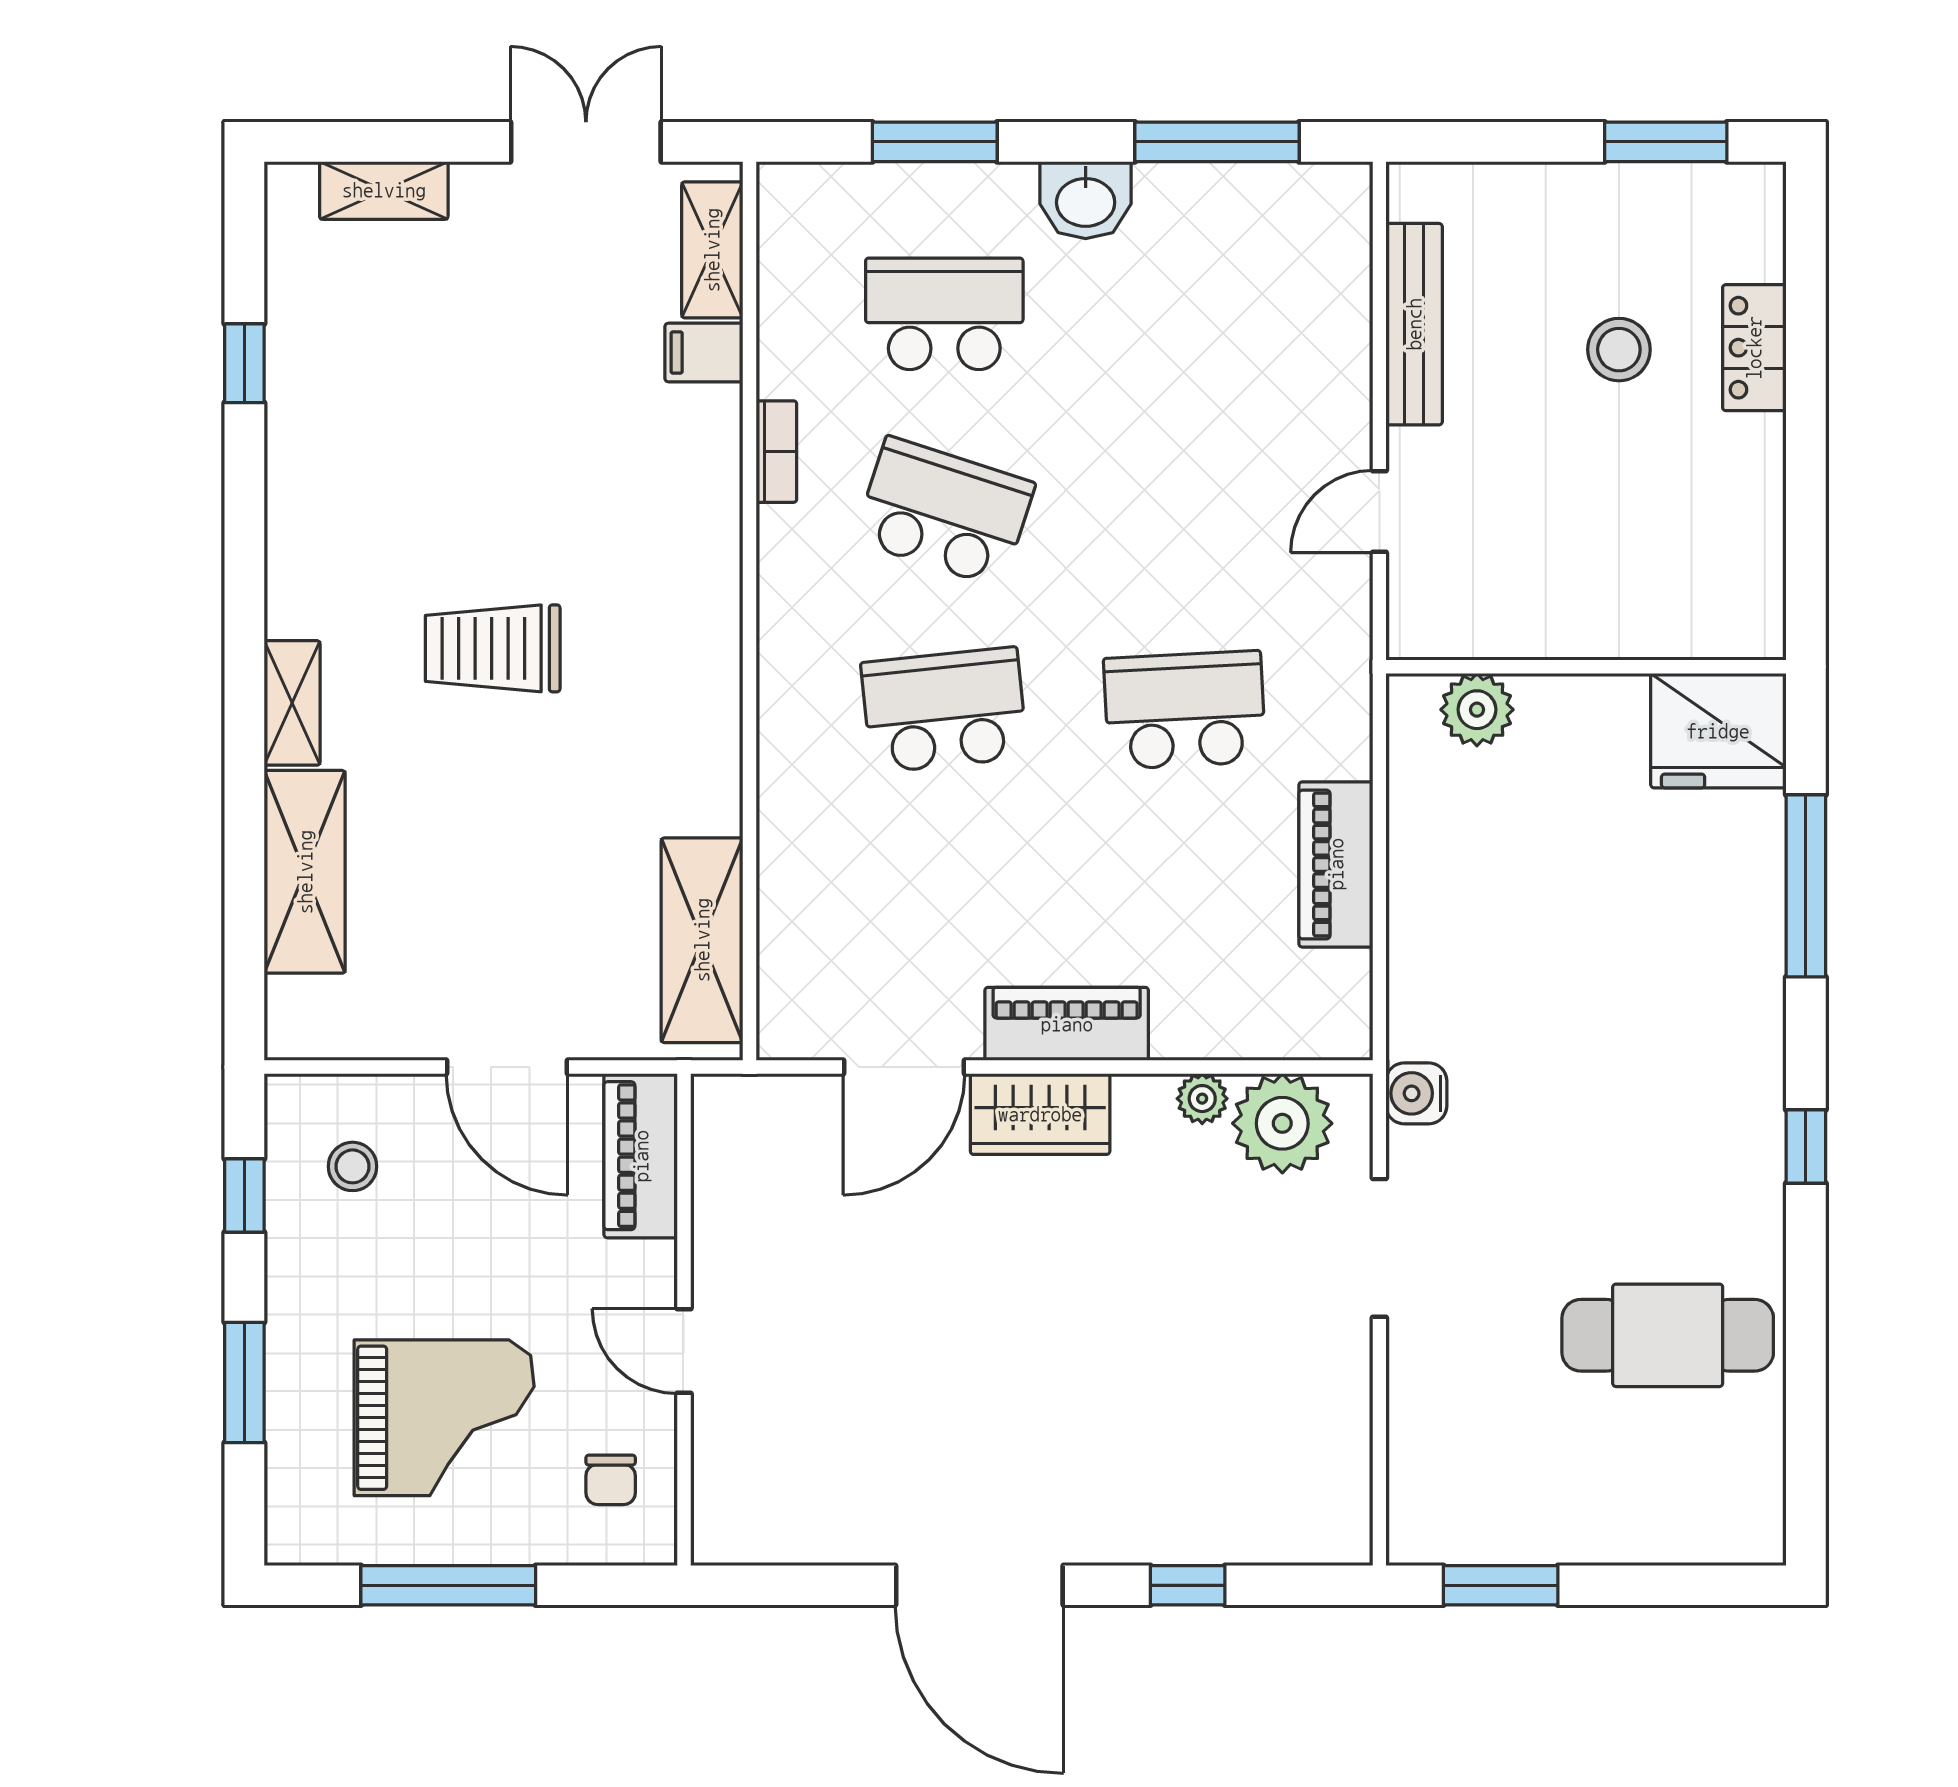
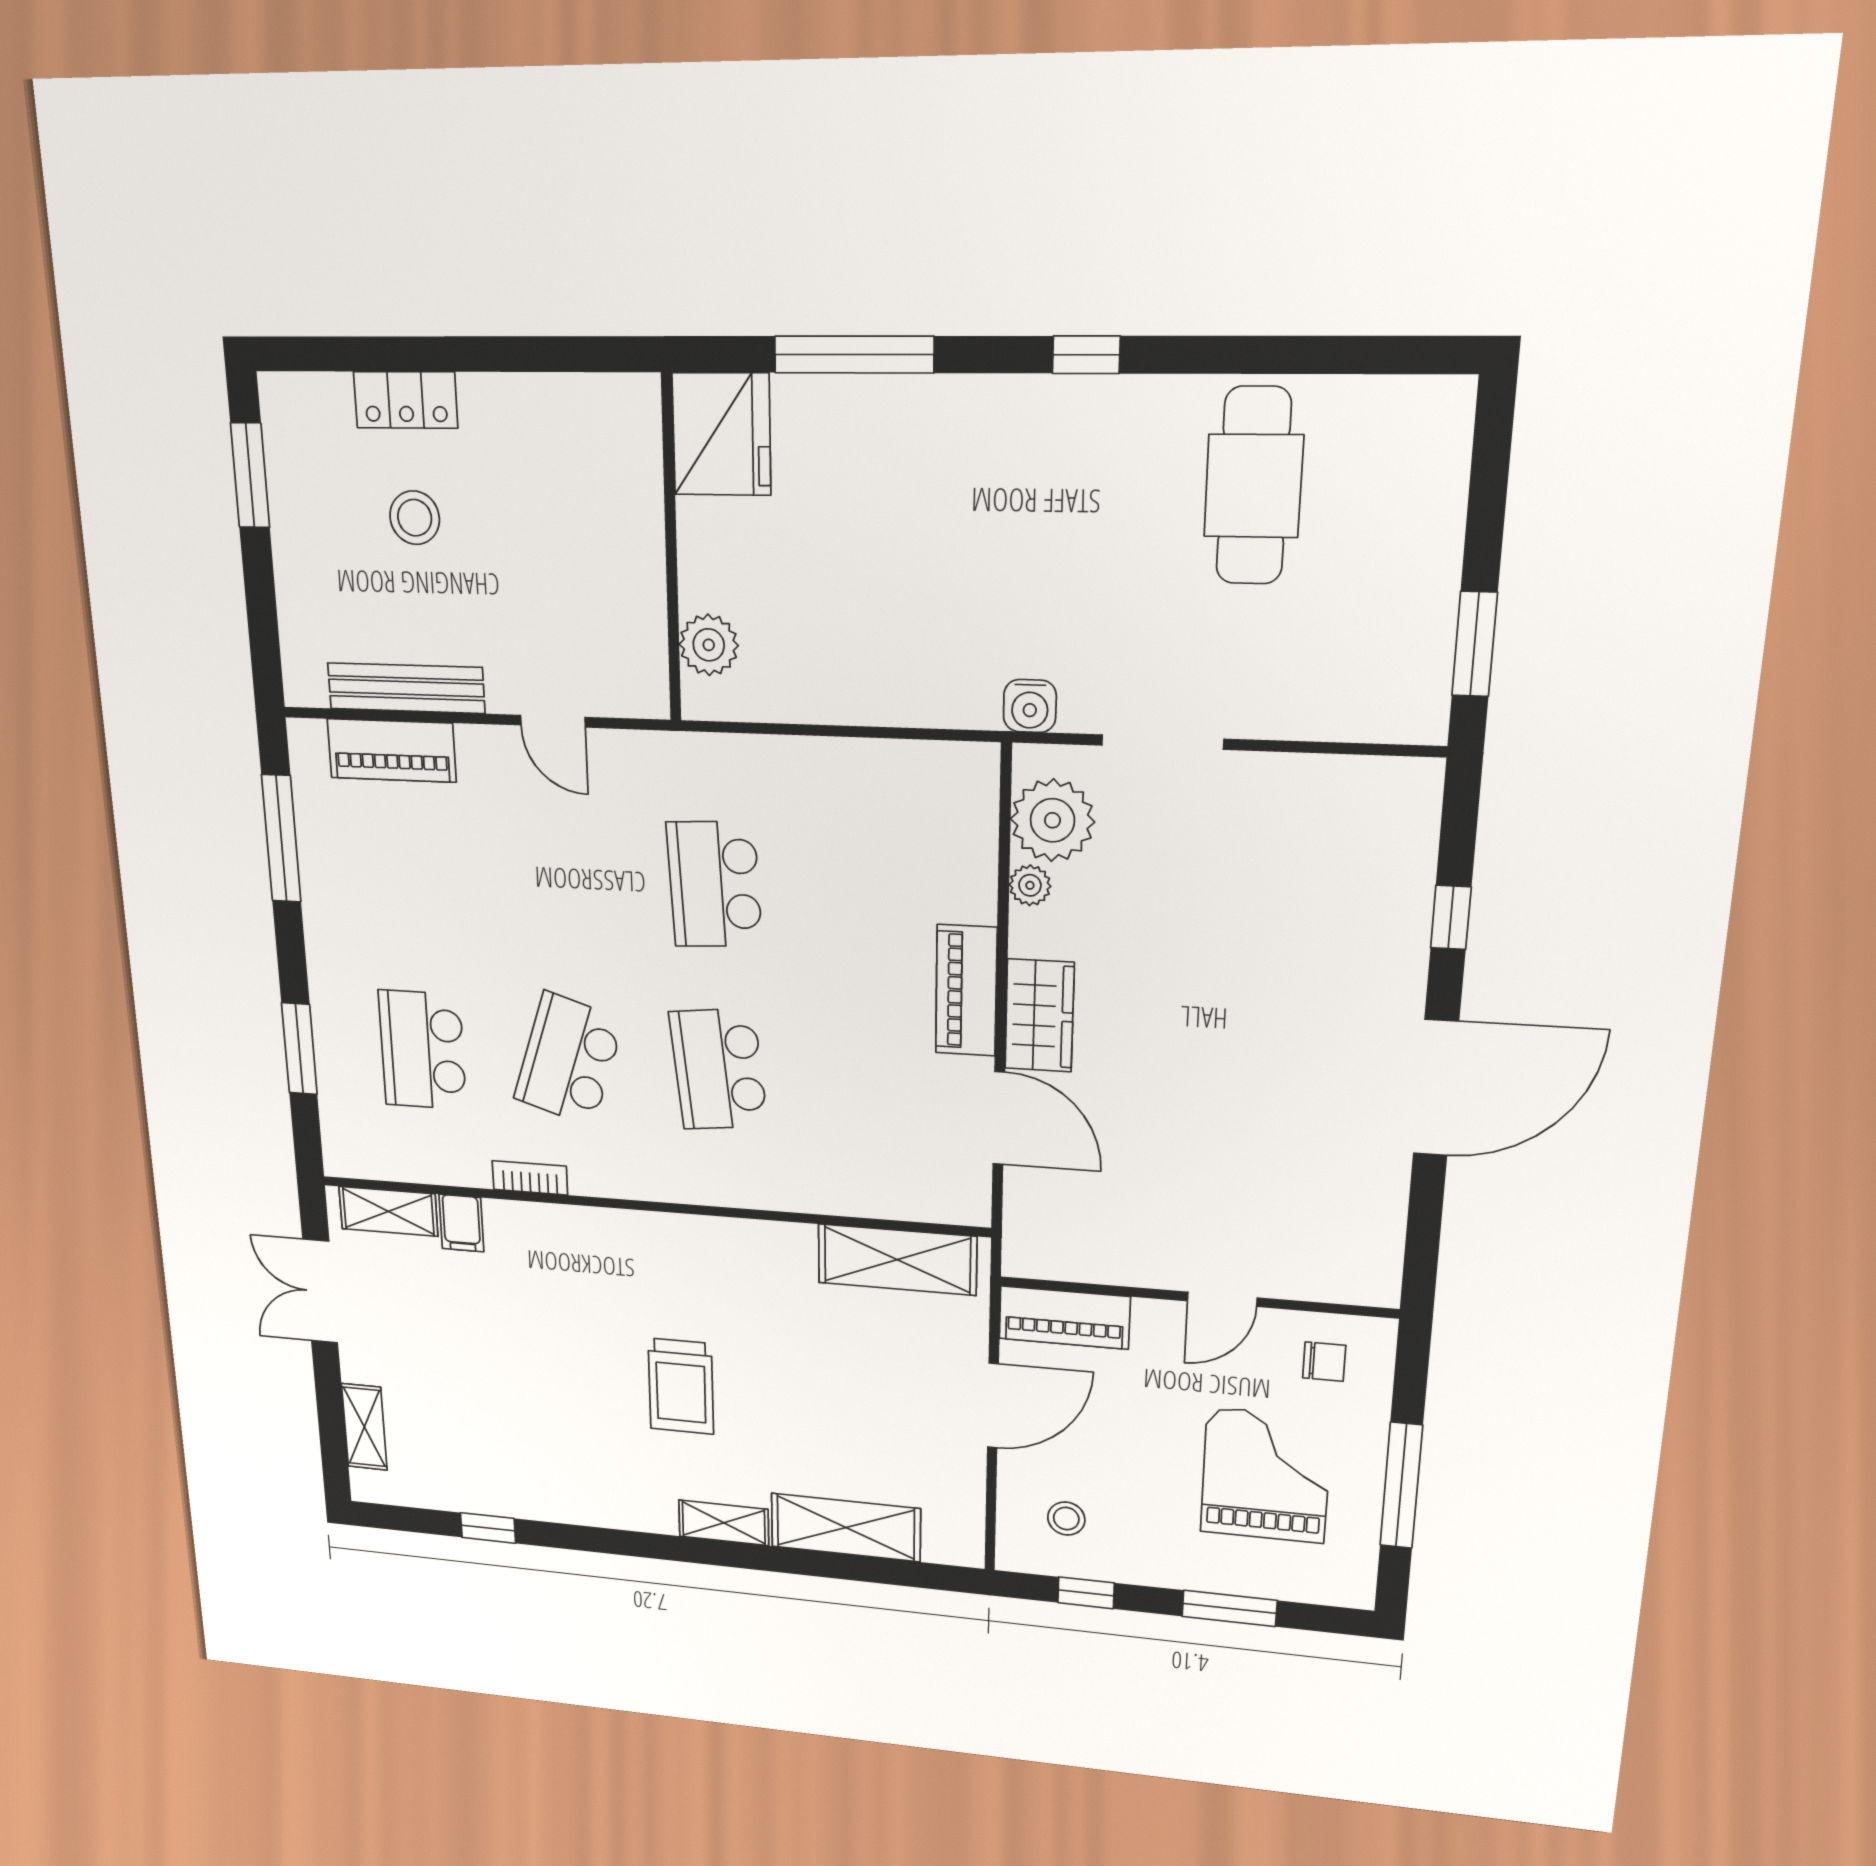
washbasin: (1086, 200) -> (332, 940), removed
piano: (1336, 864) -> (392, 750), moved

